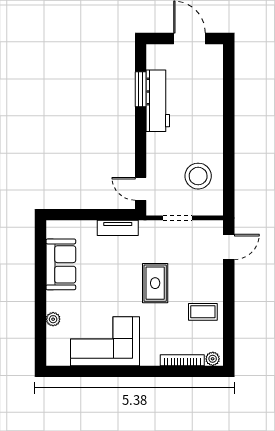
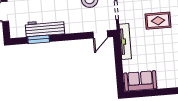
tv unit: (118, 228) -> (125, 41), width x1.41
sofa: (61, 264) -> (140, 81), moved

